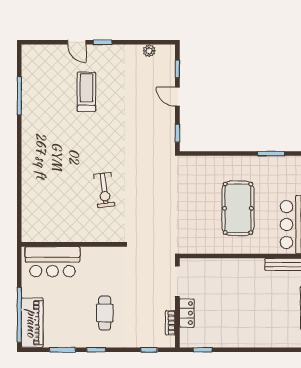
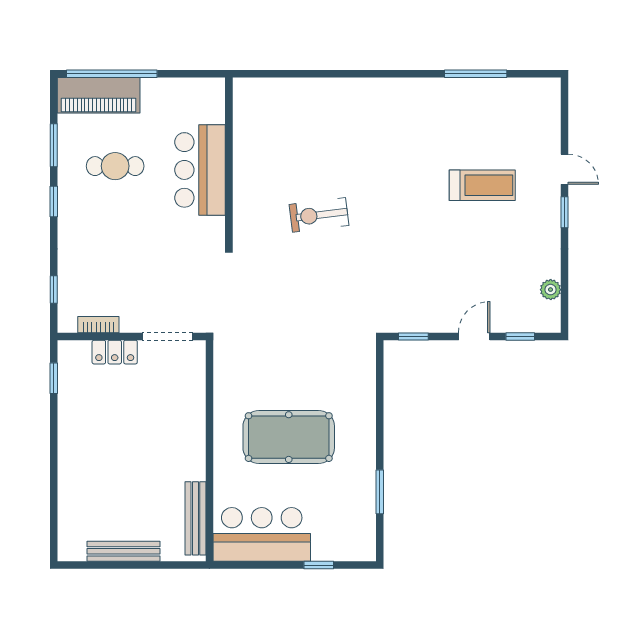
door: (77, 42) -> (565, 169), swing flipped
bar counter: (53, 262) -> (200, 170), moved
cafe table: (105, 313) -> (115, 166), moved

